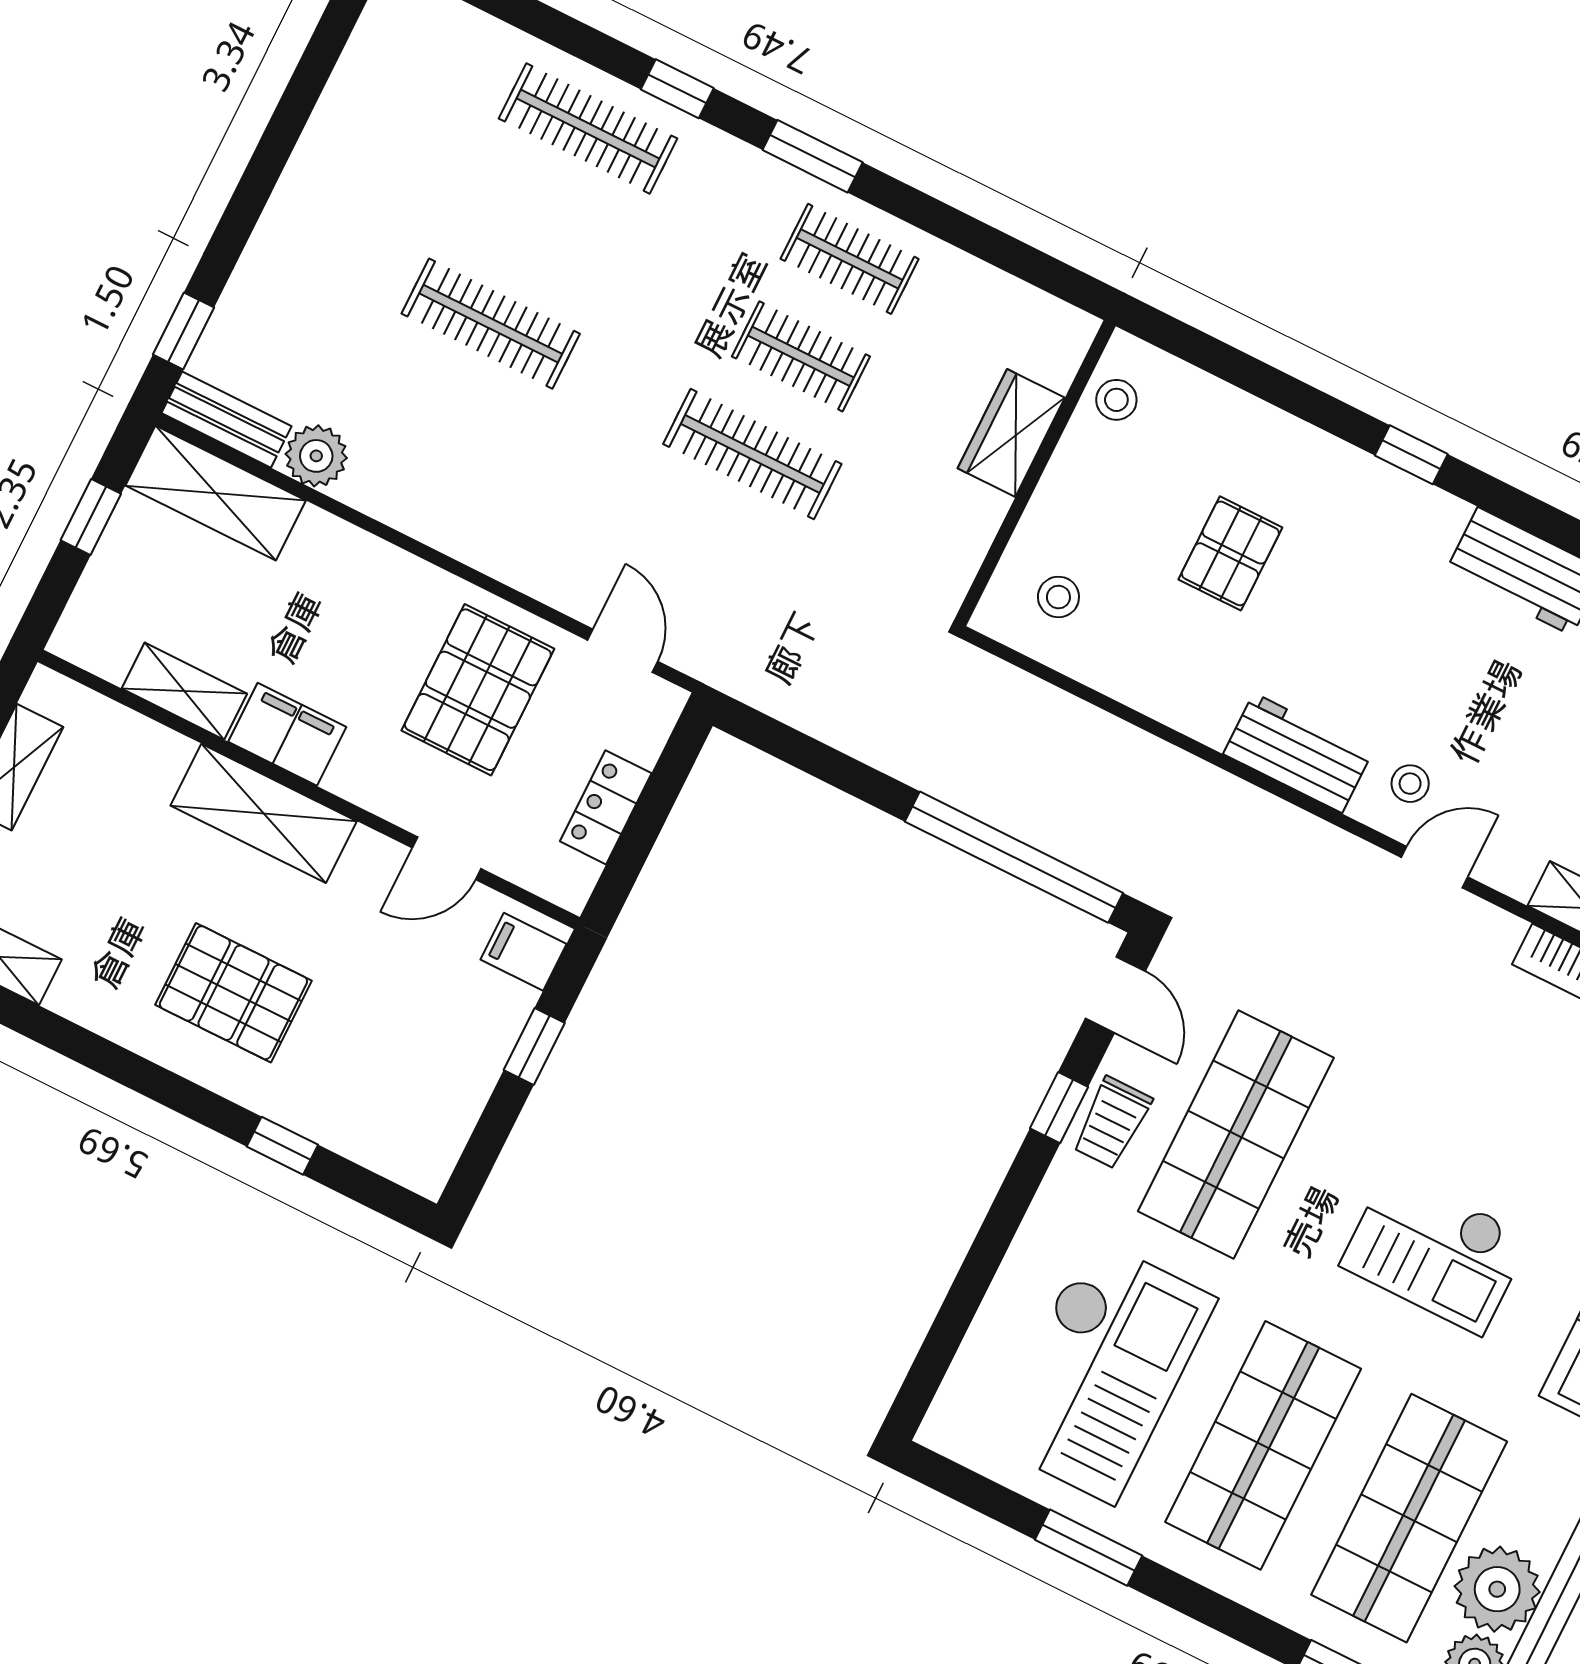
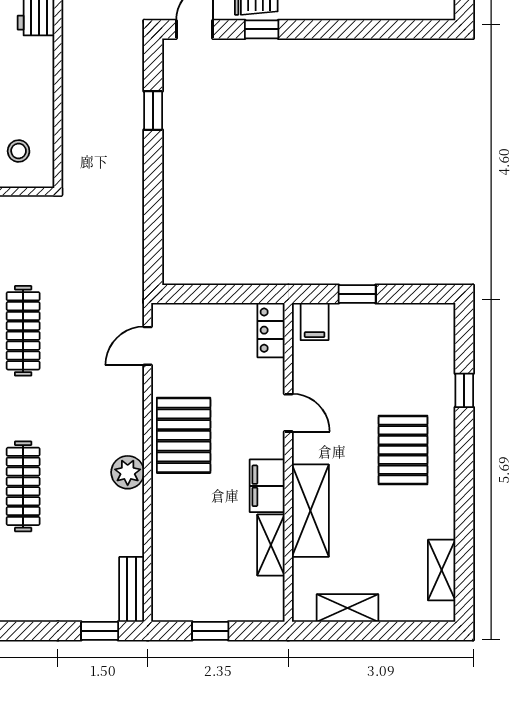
plant: (316, 456) -> (128, 472), moved
shelving: (216, 493) -> (169, 577), removed
pallet: (478, 690) -> (184, 435), moved, turned 90
locker: (606, 807) -> (271, 330), moved, turned 90
shelving: (264, 813) -> (310, 511), moved
window: (1014, 857) -> (153, 110), width x0.32
door: (447, 858) -> (288, 413), moved

